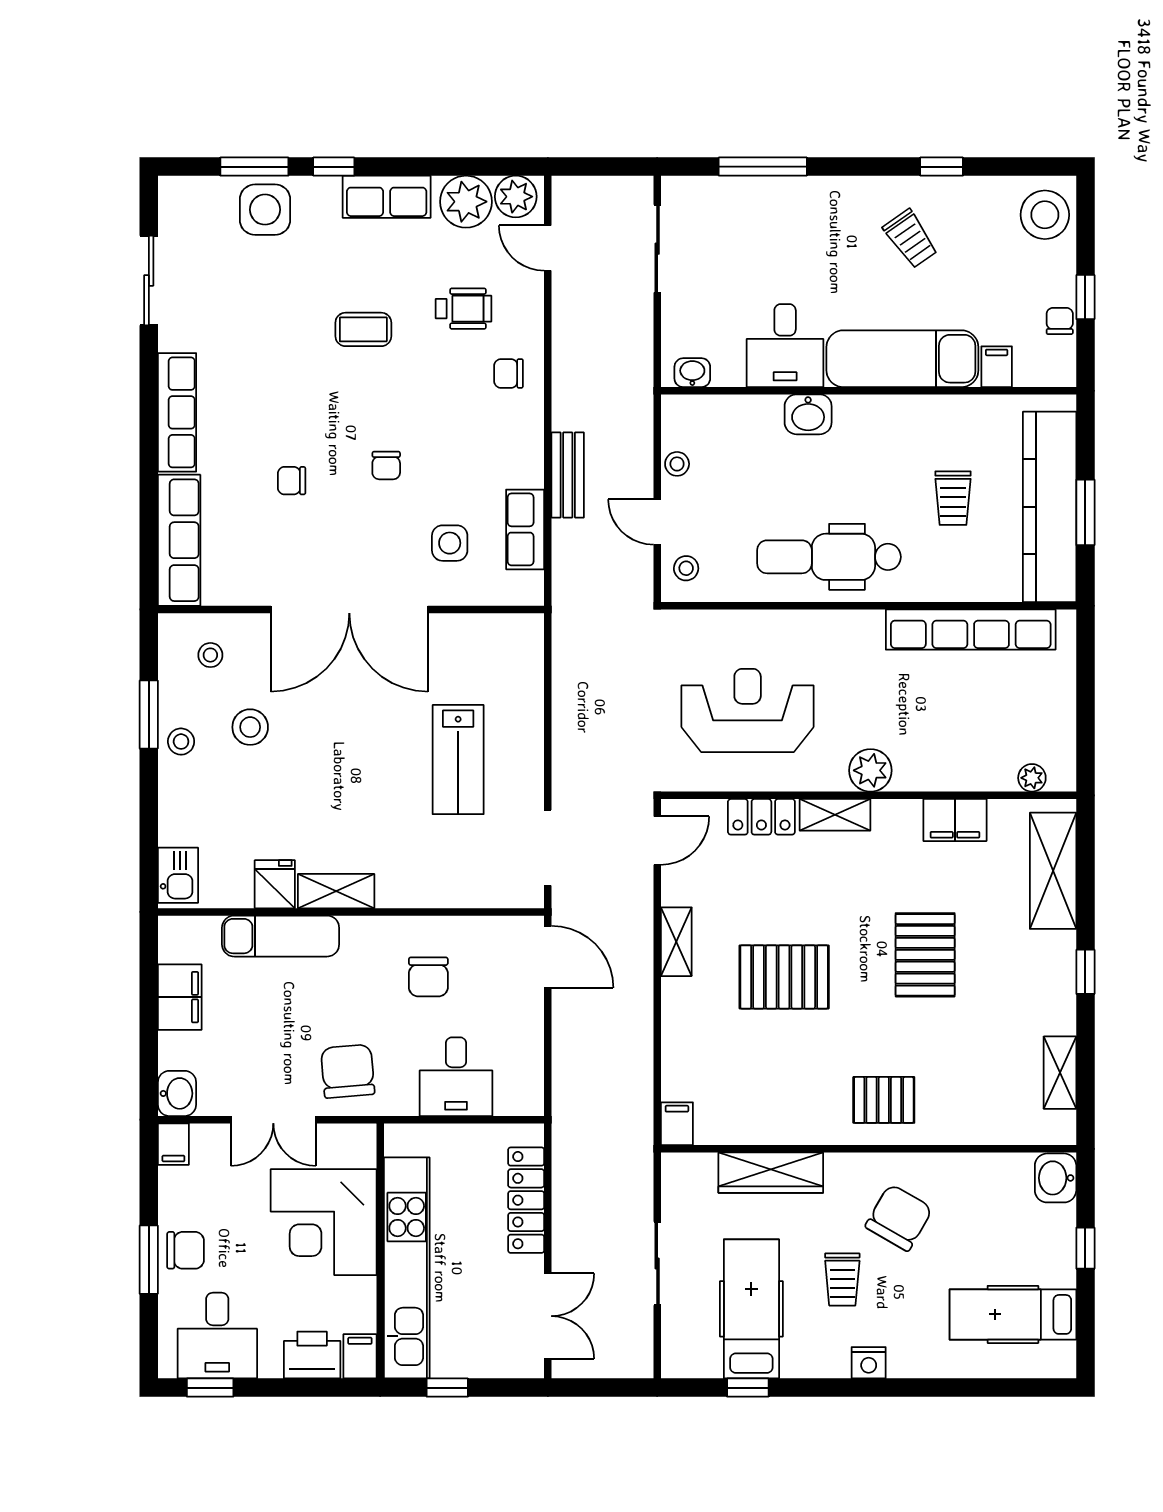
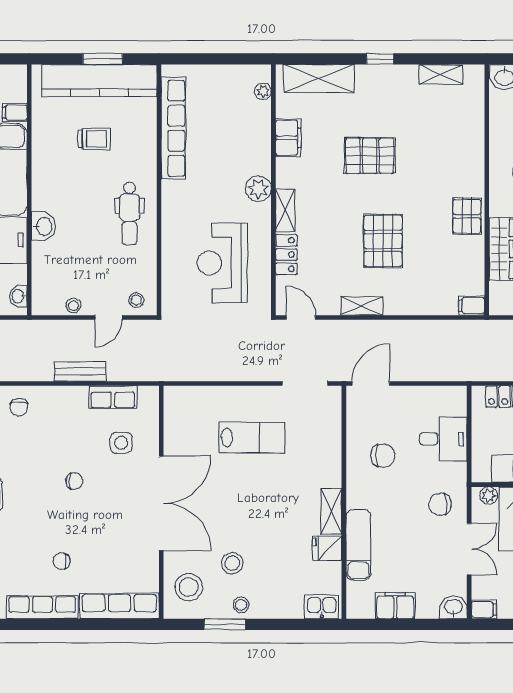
chair: (292, 481) -> (61, 561), moved, turned 90
dental chair: (829, 557) -> (129, 214), width x0.73, depth x0.72
stool: (210, 655) -> (189, 587), width x1.89, depth x1.89
chair: (348, 1071) -> (440, 504), width x0.73, depth x0.73
pallet: (884, 1100) -> (467, 216), moved
plant: (362, 1152) -> (489, 496), added

